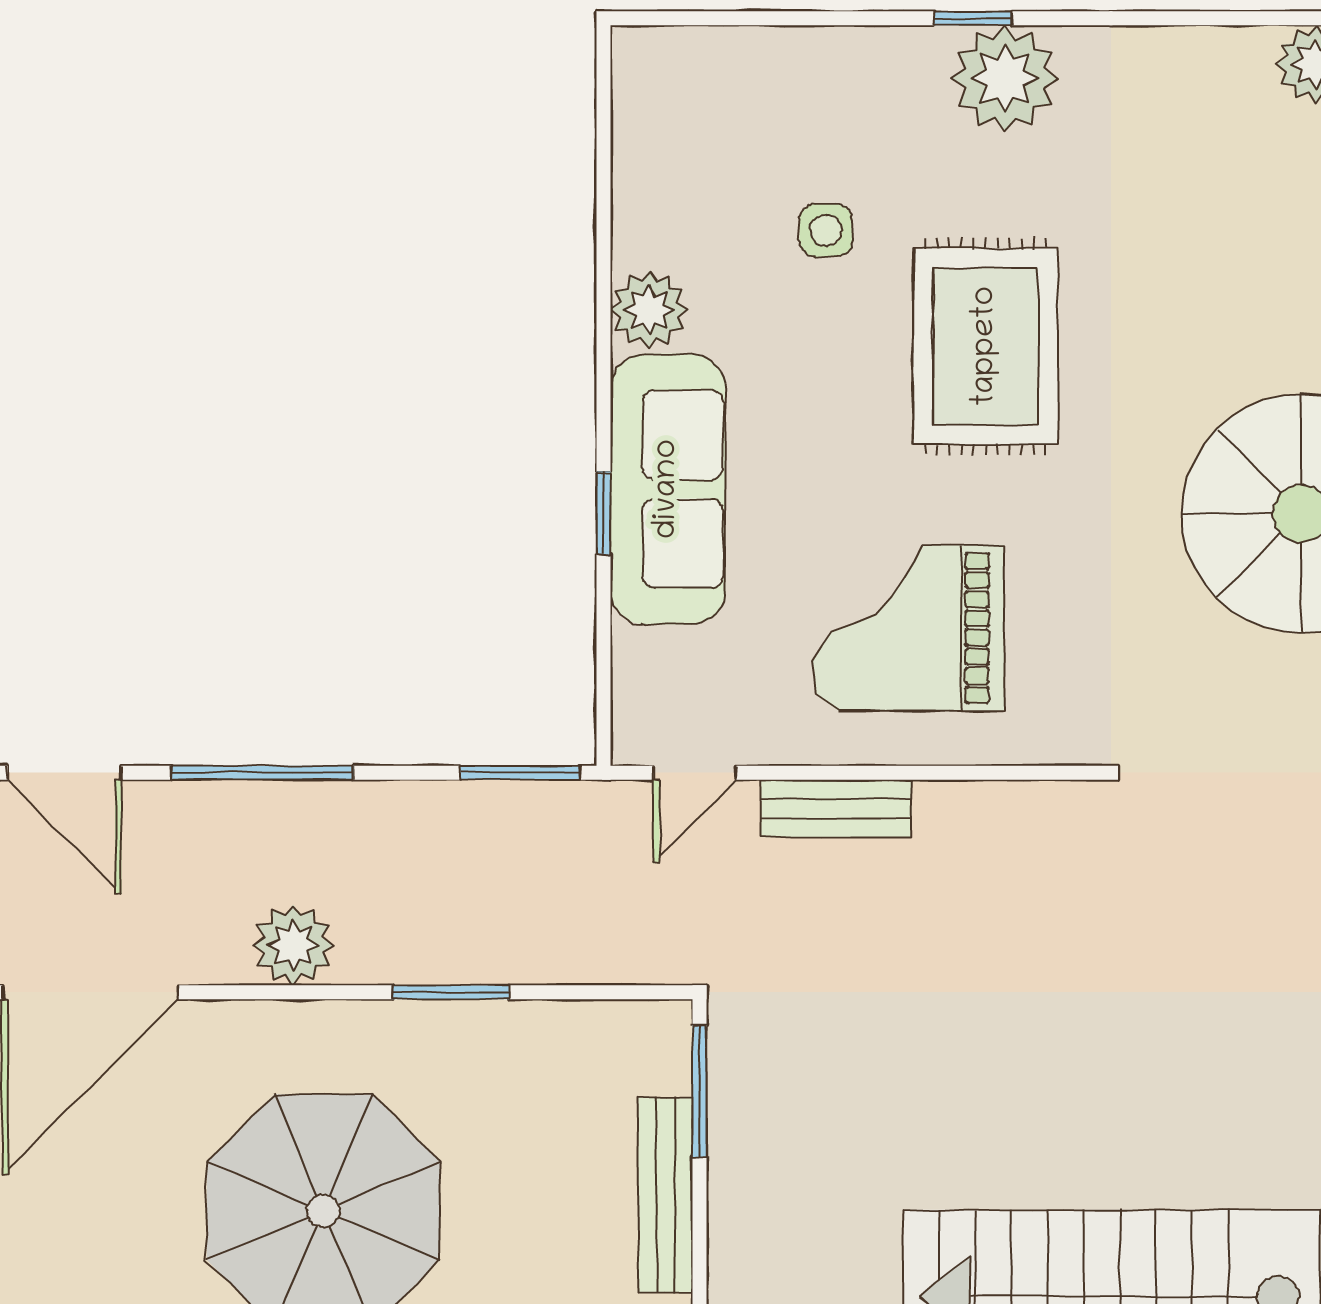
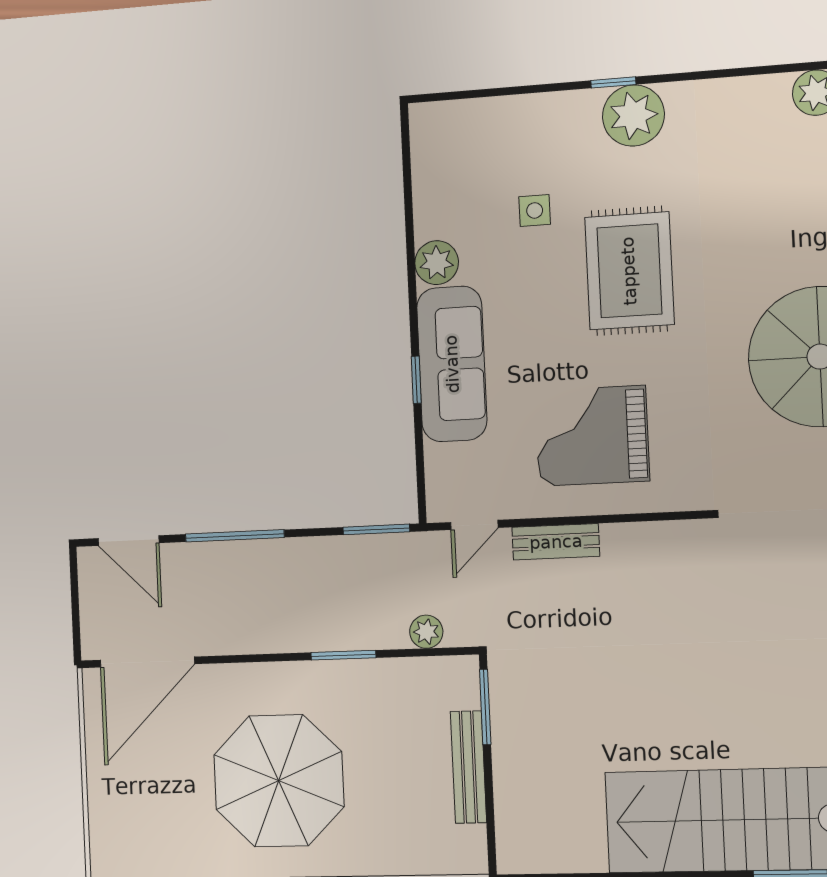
plant: (293, 945) -> (426, 632), moved, width x0.73, depth x0.73

